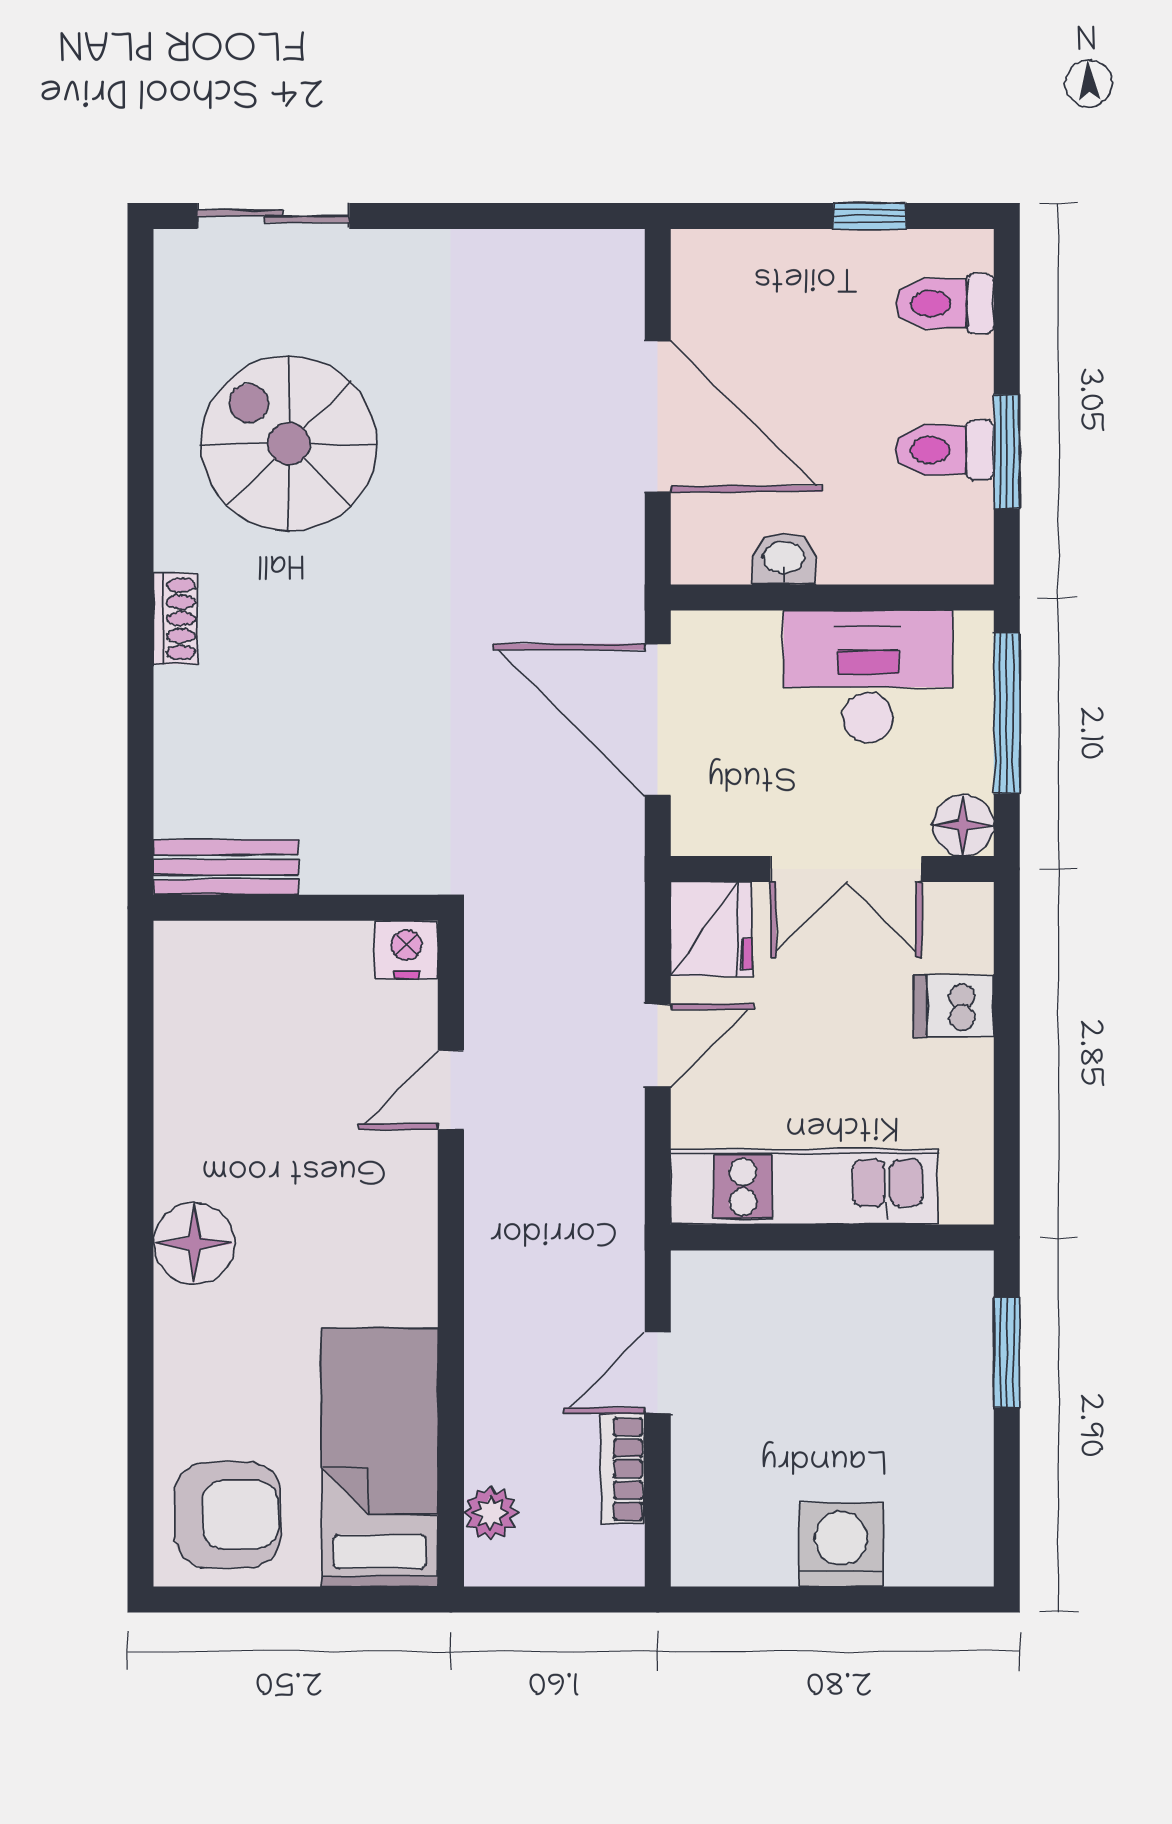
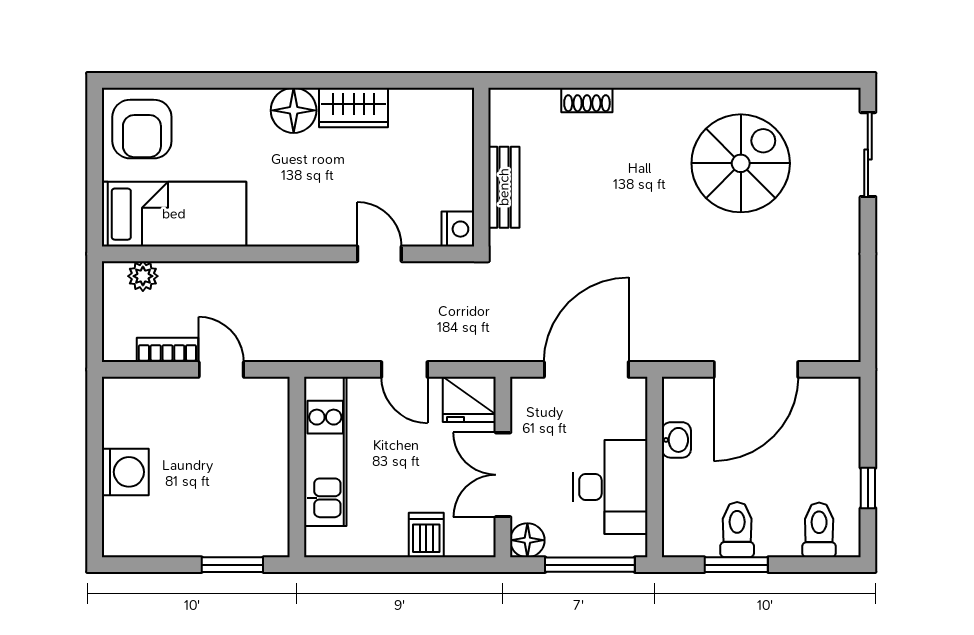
shoe rack: (176, 619) -> (587, 100), moved
bench: (226, 867) -> (504, 187), moved
wardrobe: (189, 1136) -> (354, 108), added

